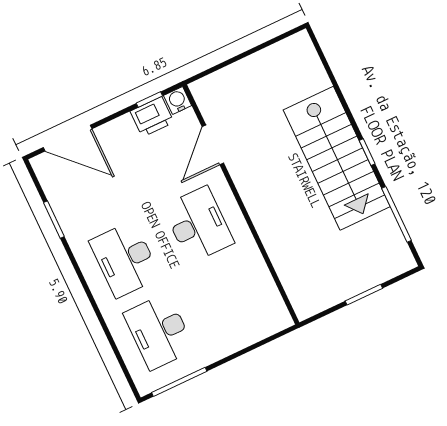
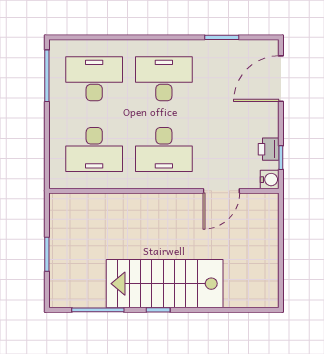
printer: (152, 117) -> (269, 149), width x0.73, depth x0.81
door: (213, 145) -> (221, 191), swing flipped
desk: (232, 297) -> (94, 149), added

